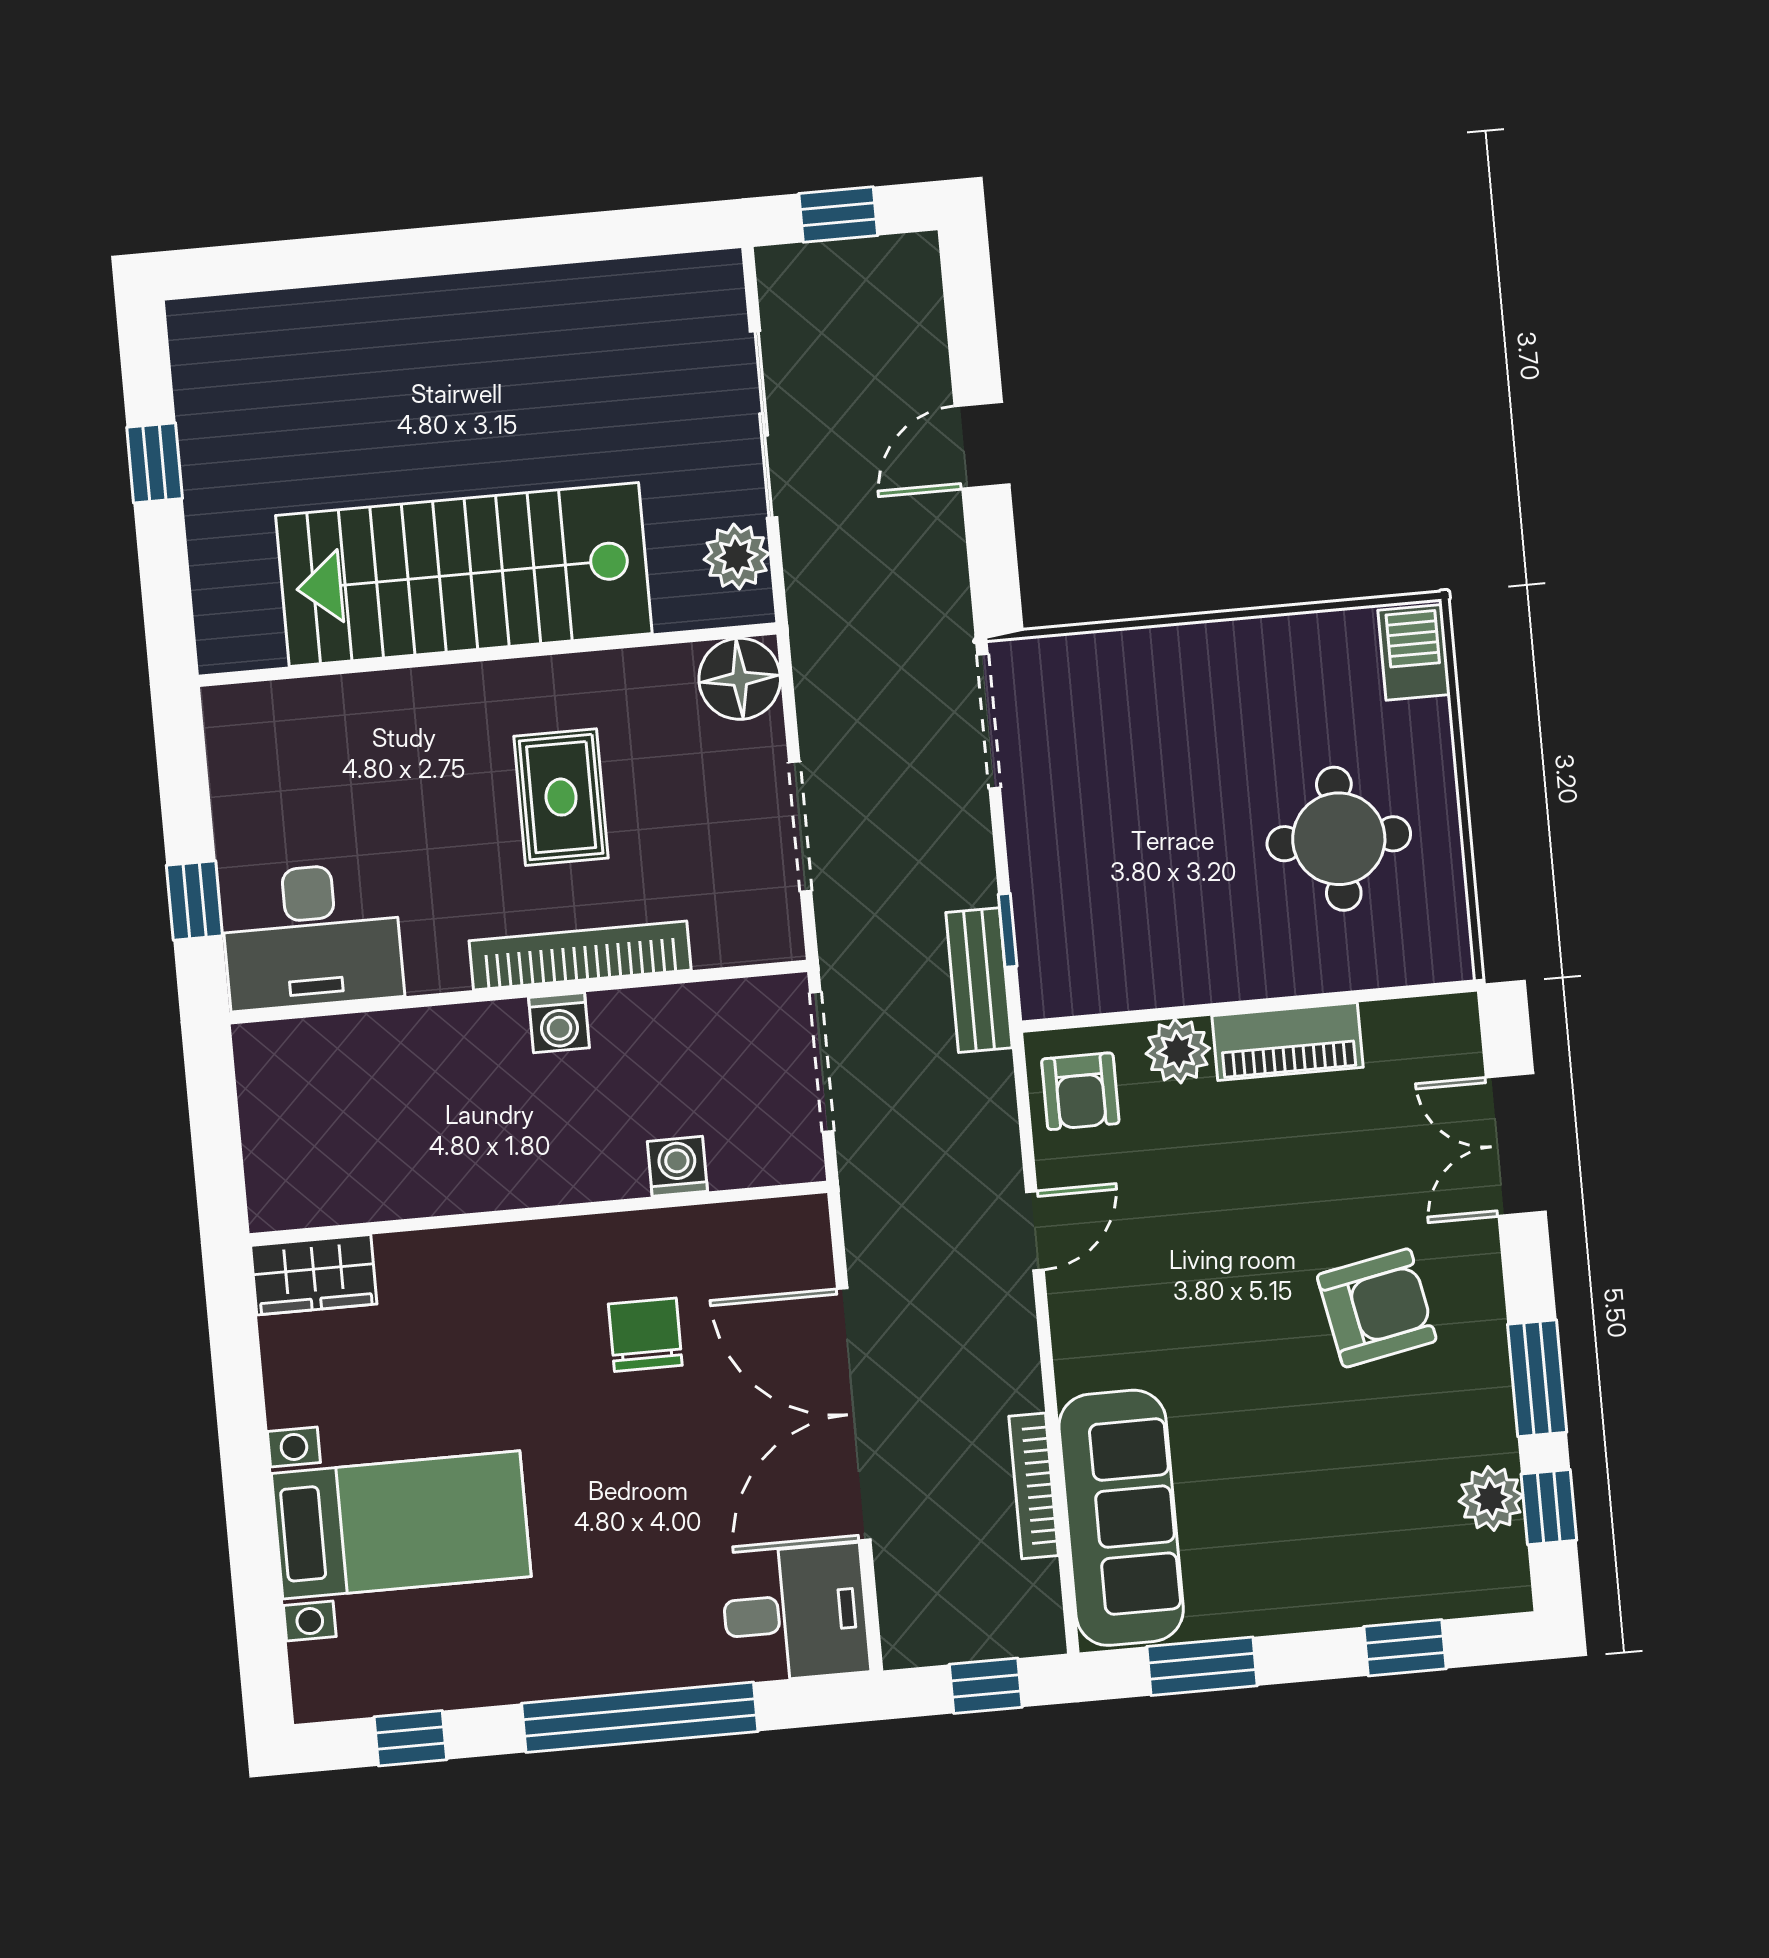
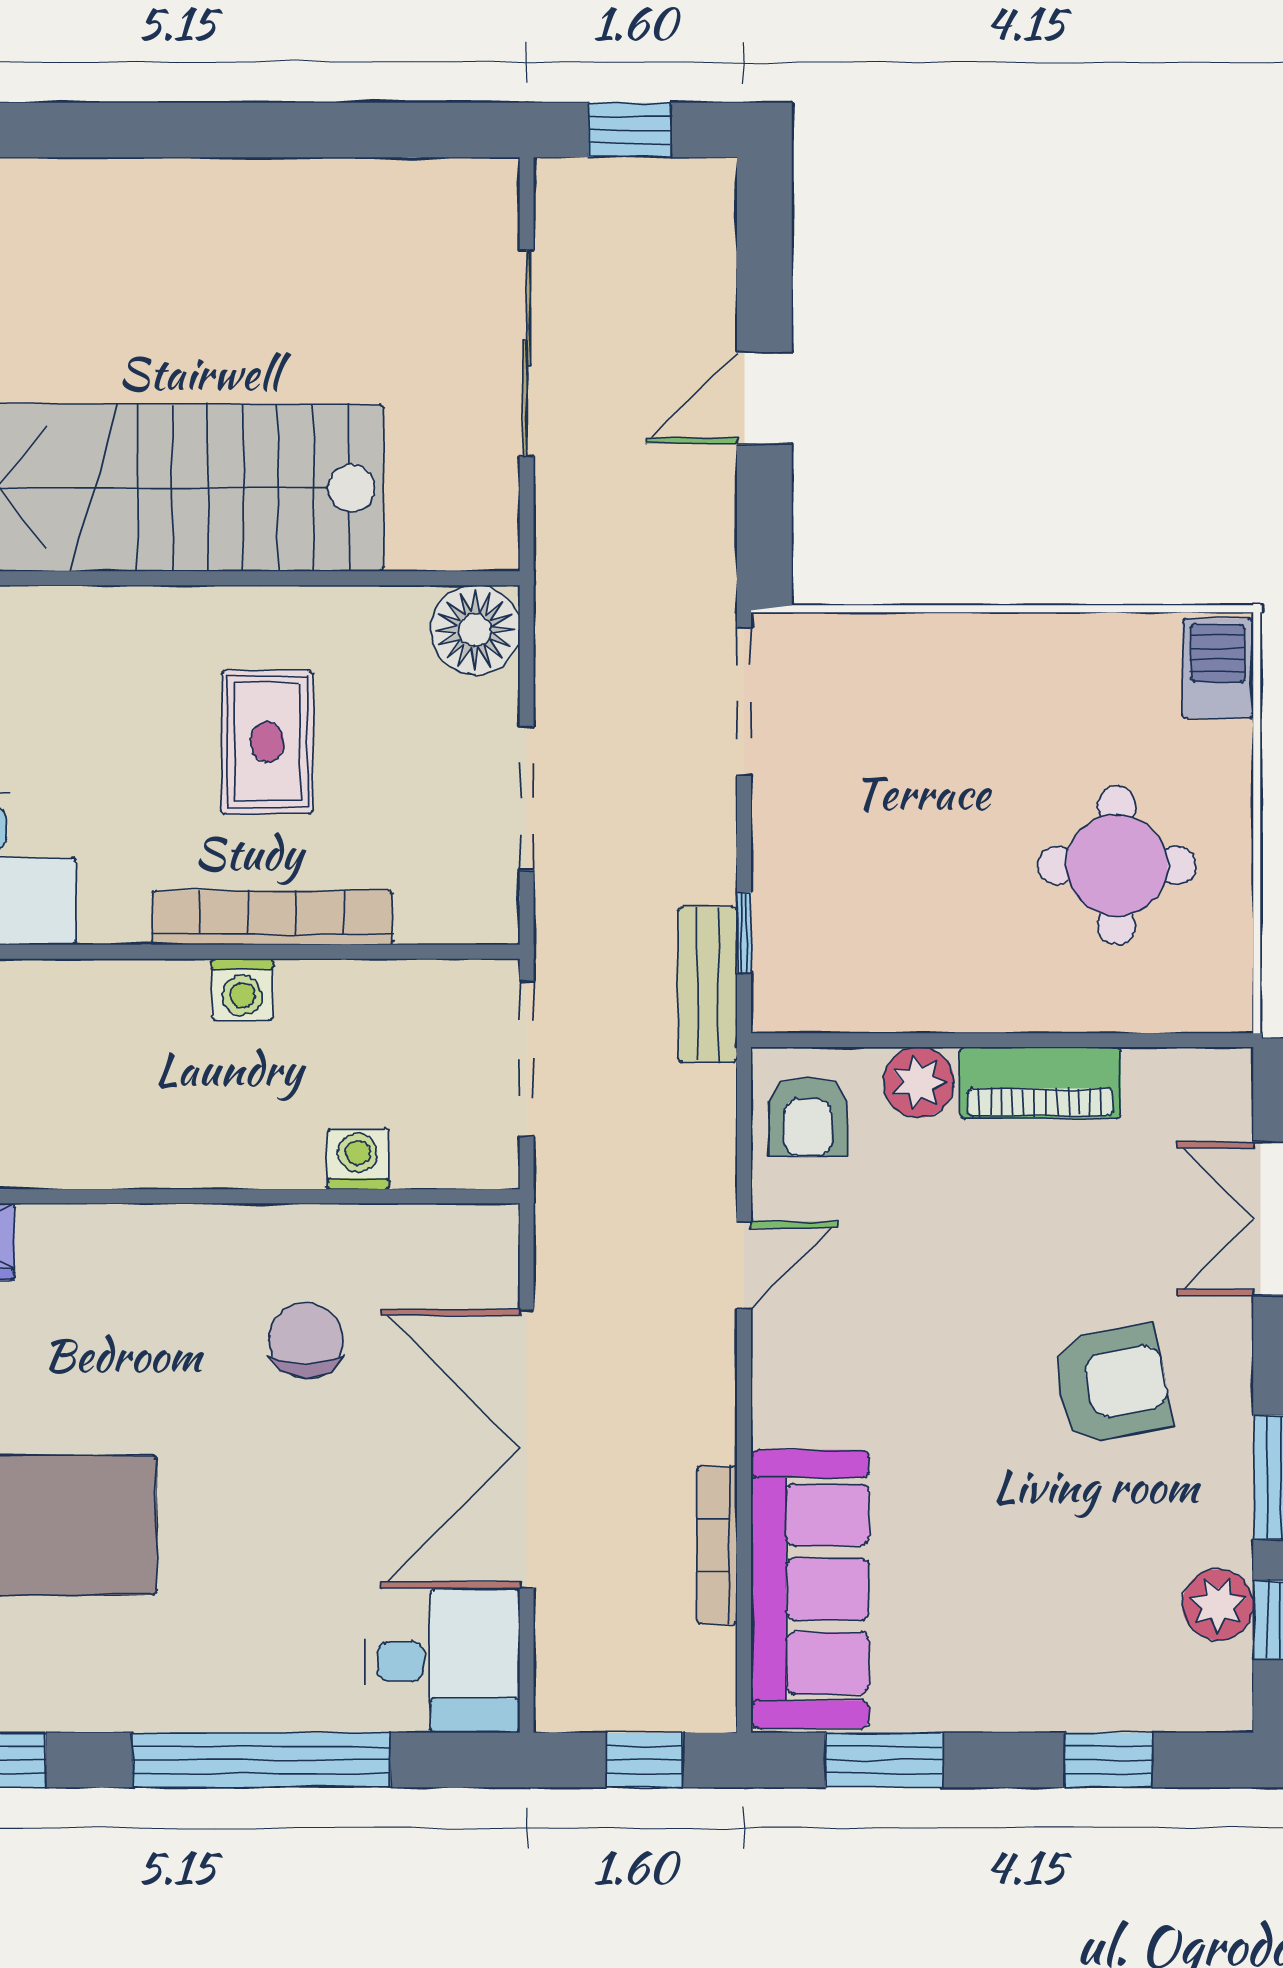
plant: (737, 557) -> (484, 495), removed

